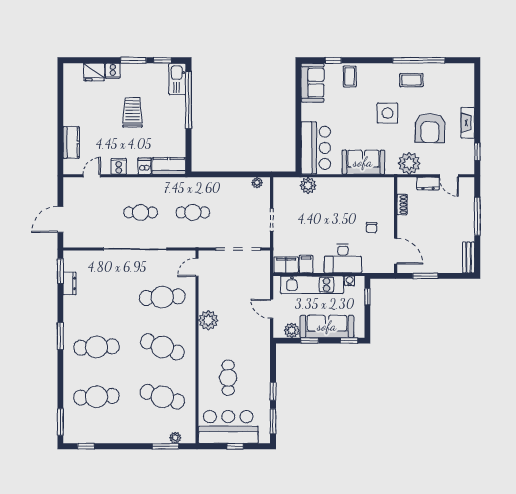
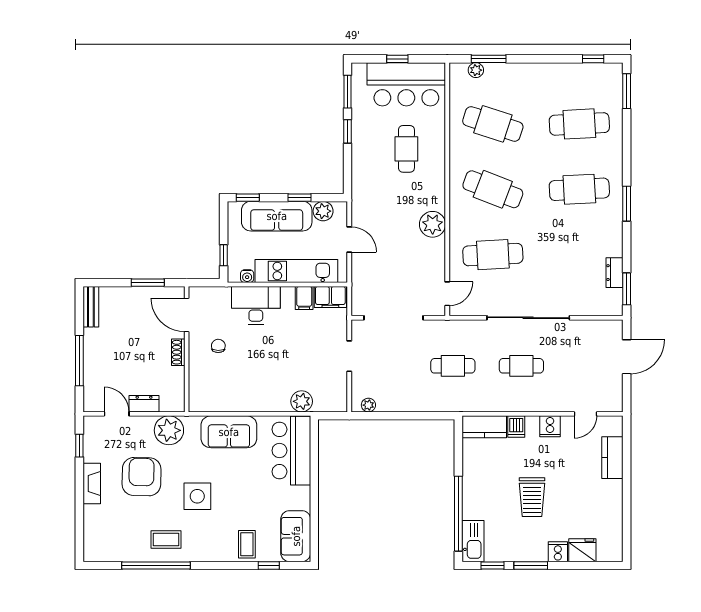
shoe rack: (402, 205) -> (178, 352), moved

